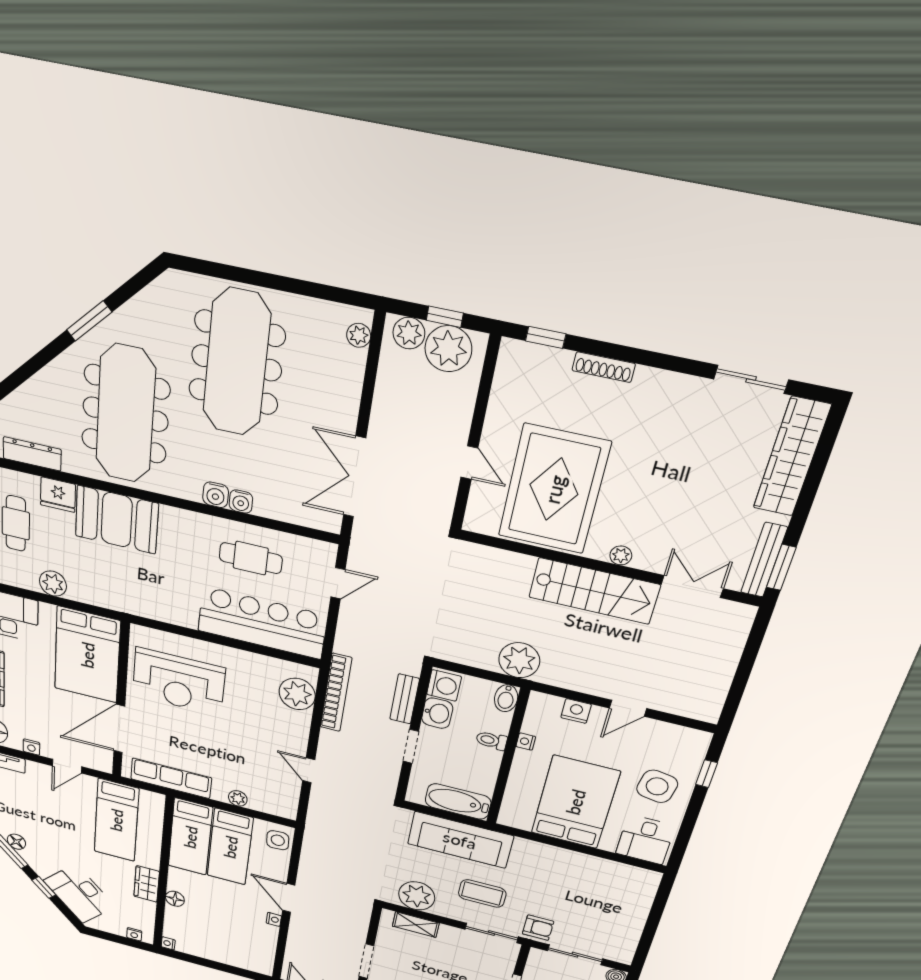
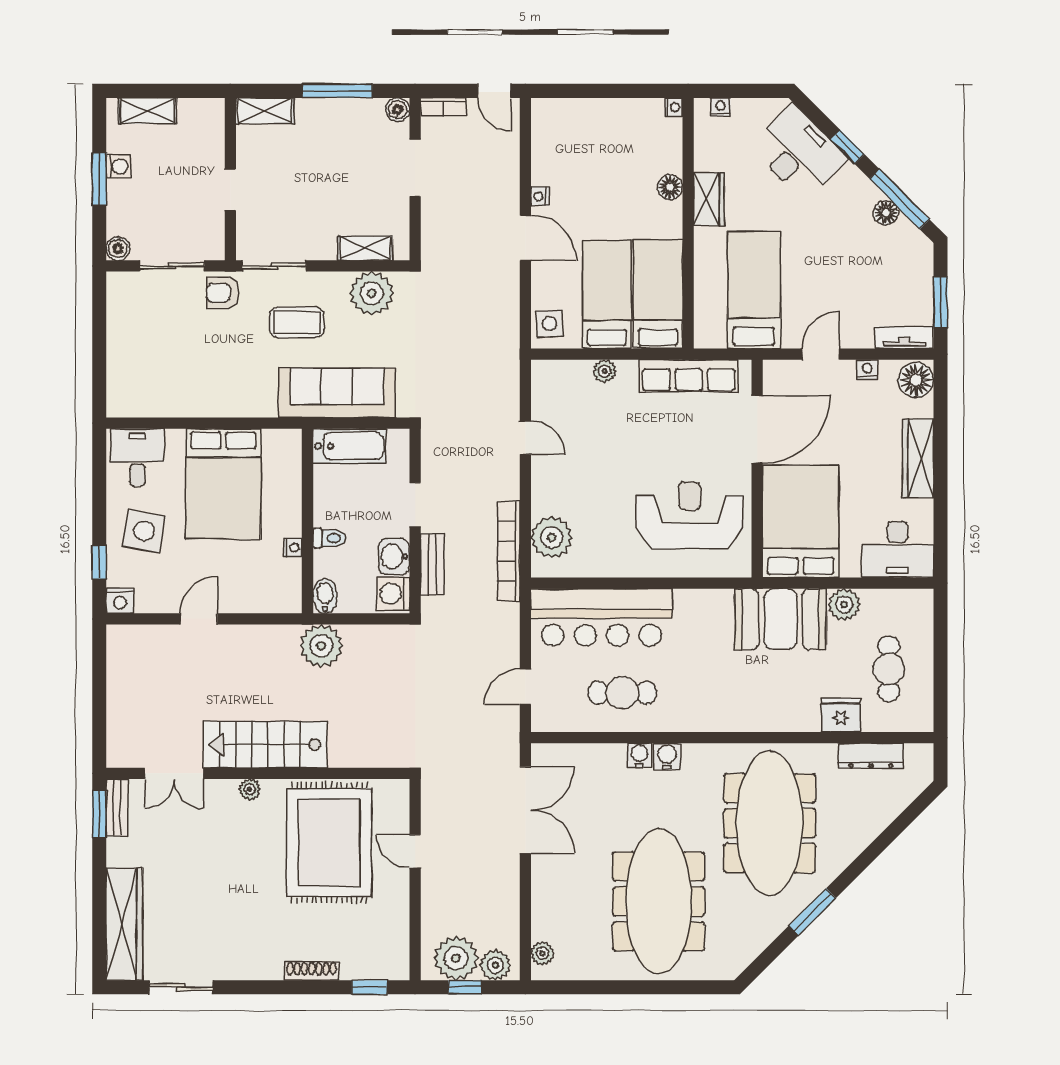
booth: (117, 520) -> (780, 619), moved
bench: (764, 560) -> (117, 807), width x0.73
nightstand: (576, 711) -> (120, 601), moved

